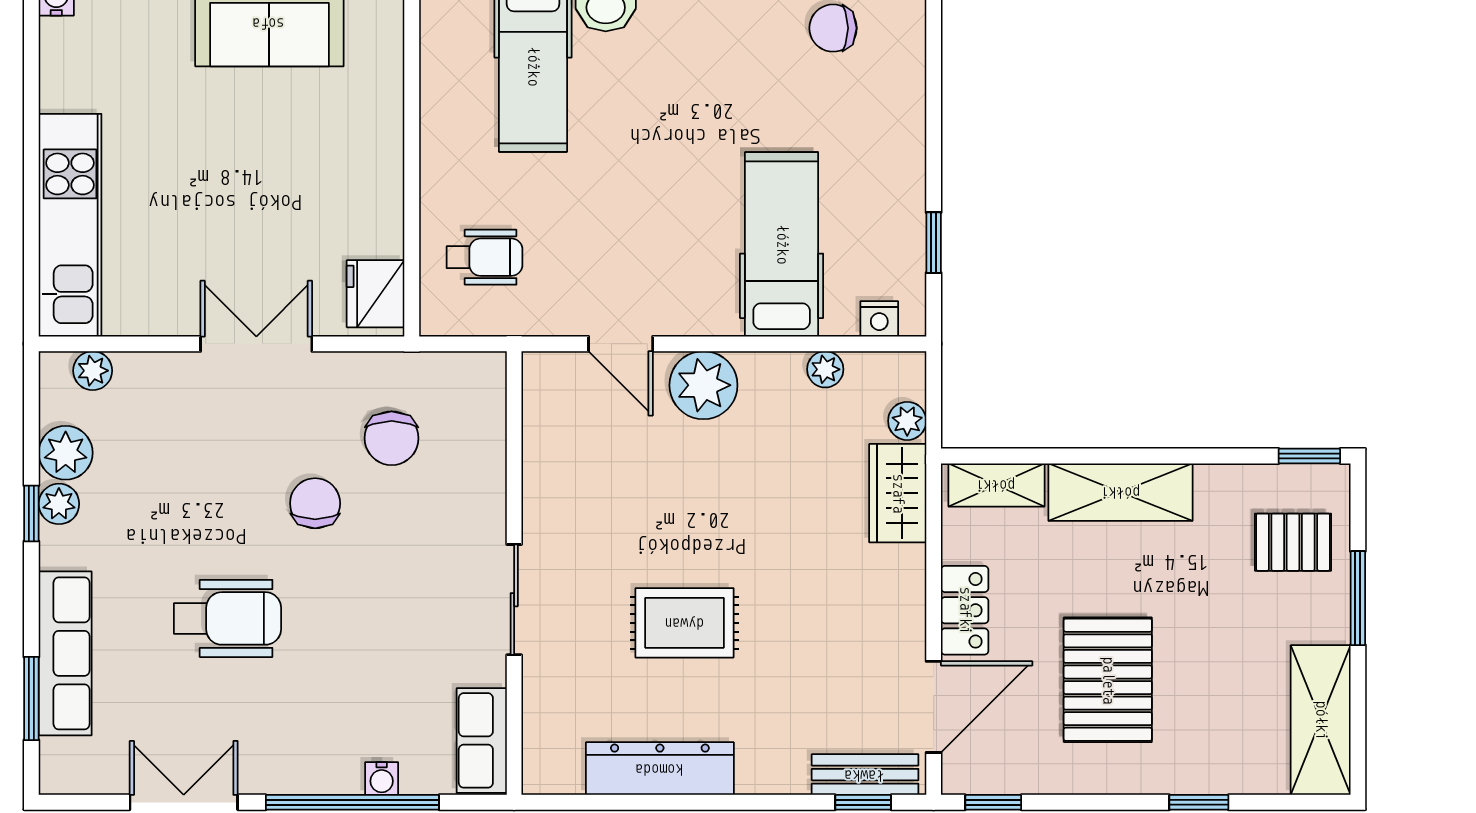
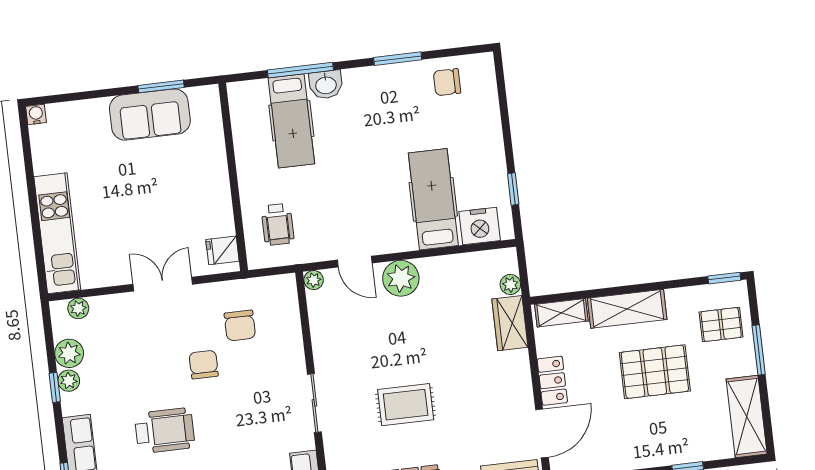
wheelchair: (484, 257) -> (278, 224), turned 90
fridge: (376, 294) -> (222, 250), width x0.72
nightstand: (879, 319) -> (480, 226), width x1.89, depth x1.79
plant: (825, 369) -> (314, 280), moved
pallet: (1108, 680) -> (655, 372), moved, turned 90

